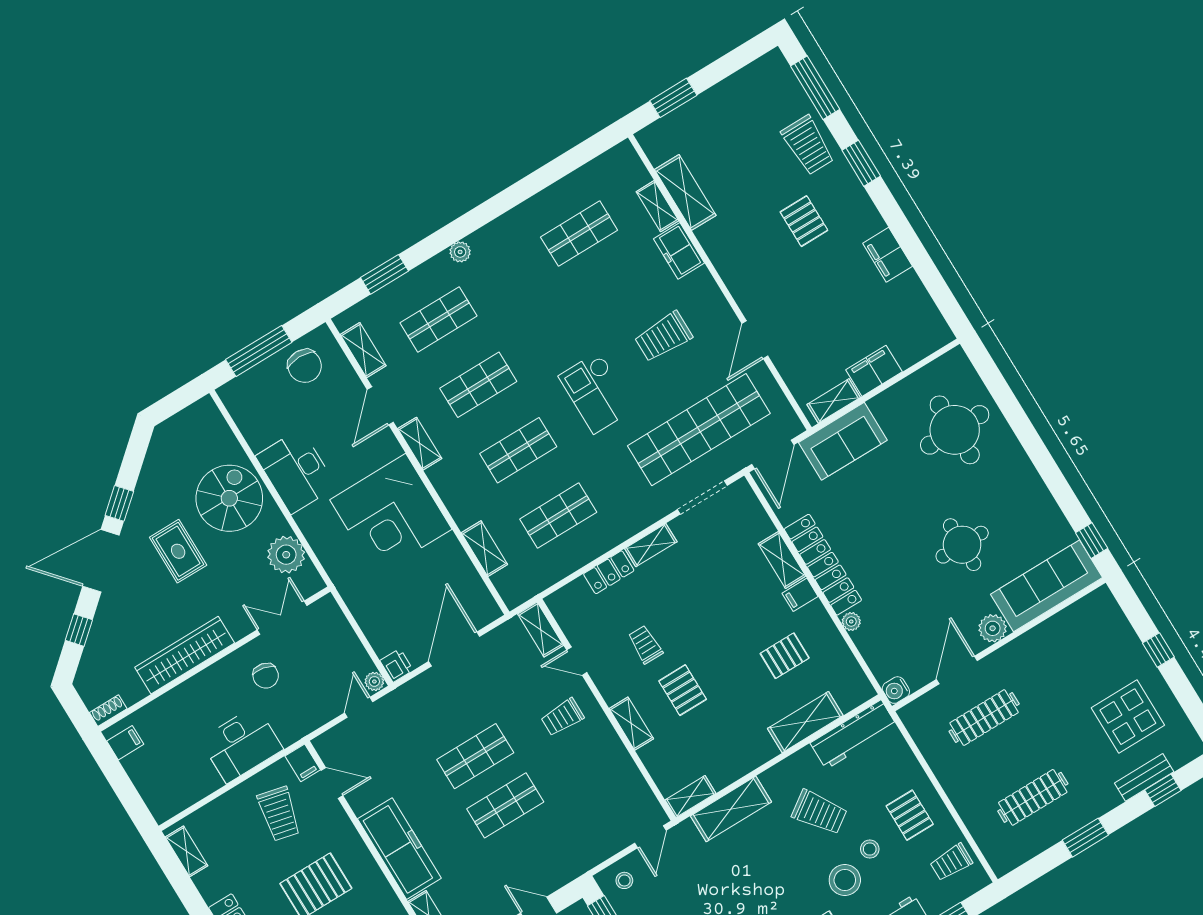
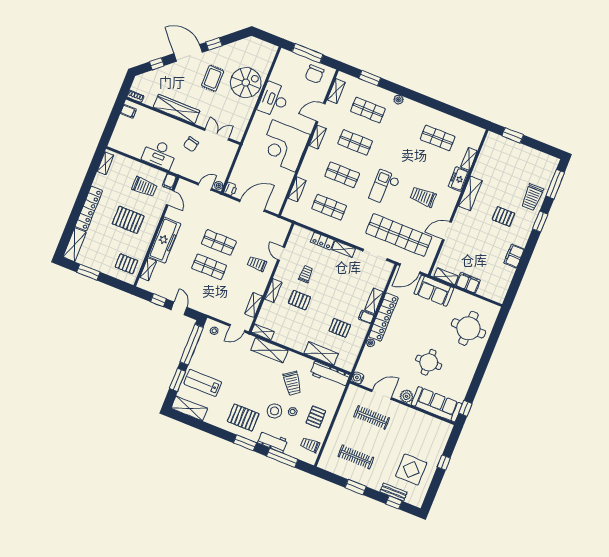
shelving: (685, 192) -> (470, 193), moved
pallet: (804, 221) -> (503, 216), turned 90
plant: (286, 555) -> (241, 119), removed
shelving: (541, 630) -> (254, 305), moved
pallet: (683, 690) -> (299, 300), turned 90
trolley: (279, 814) -> (144, 187), turned -103

